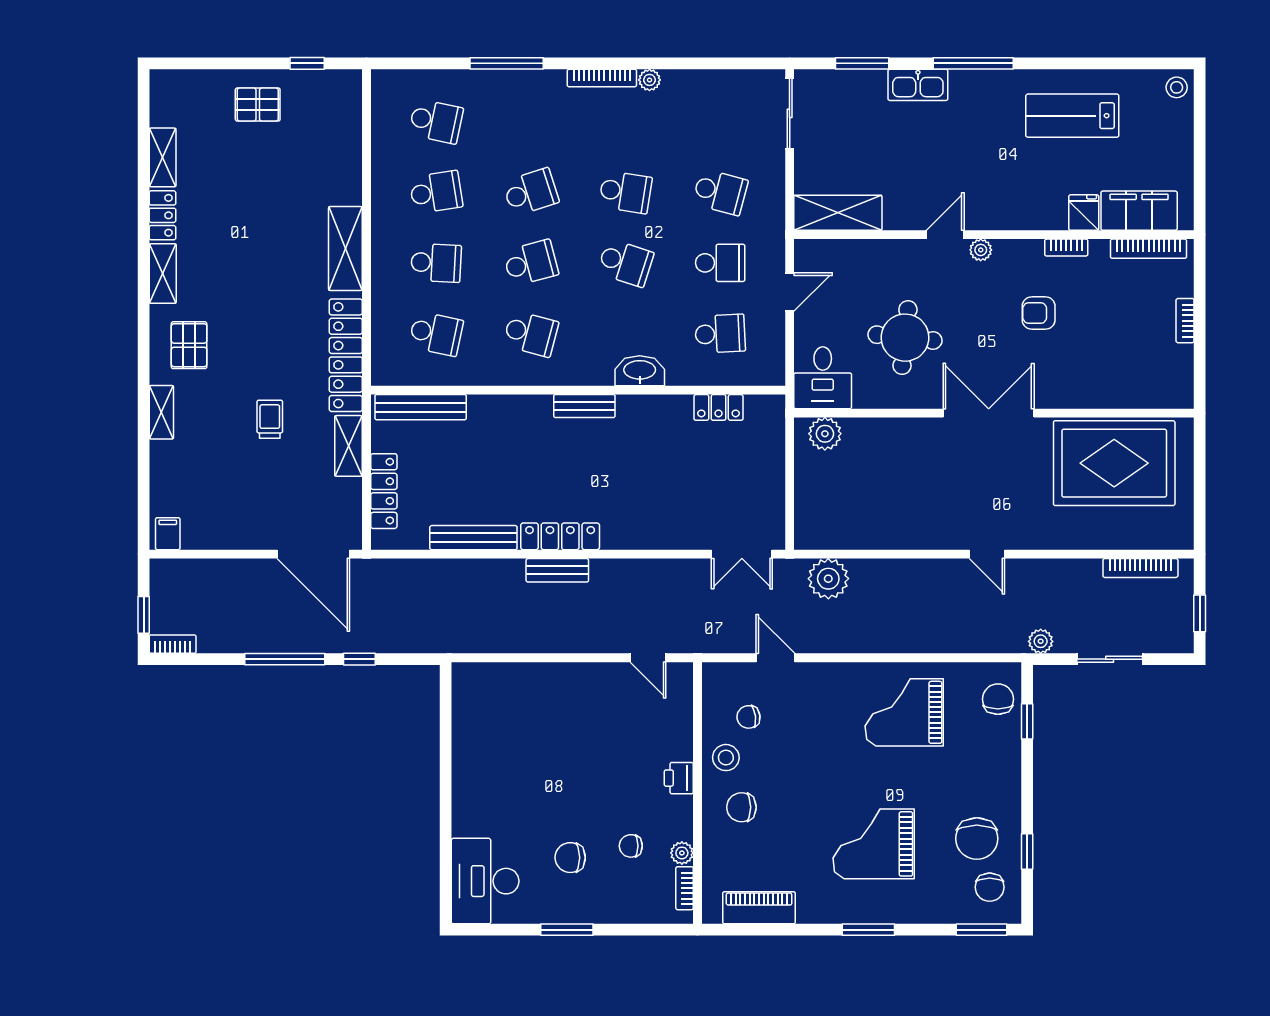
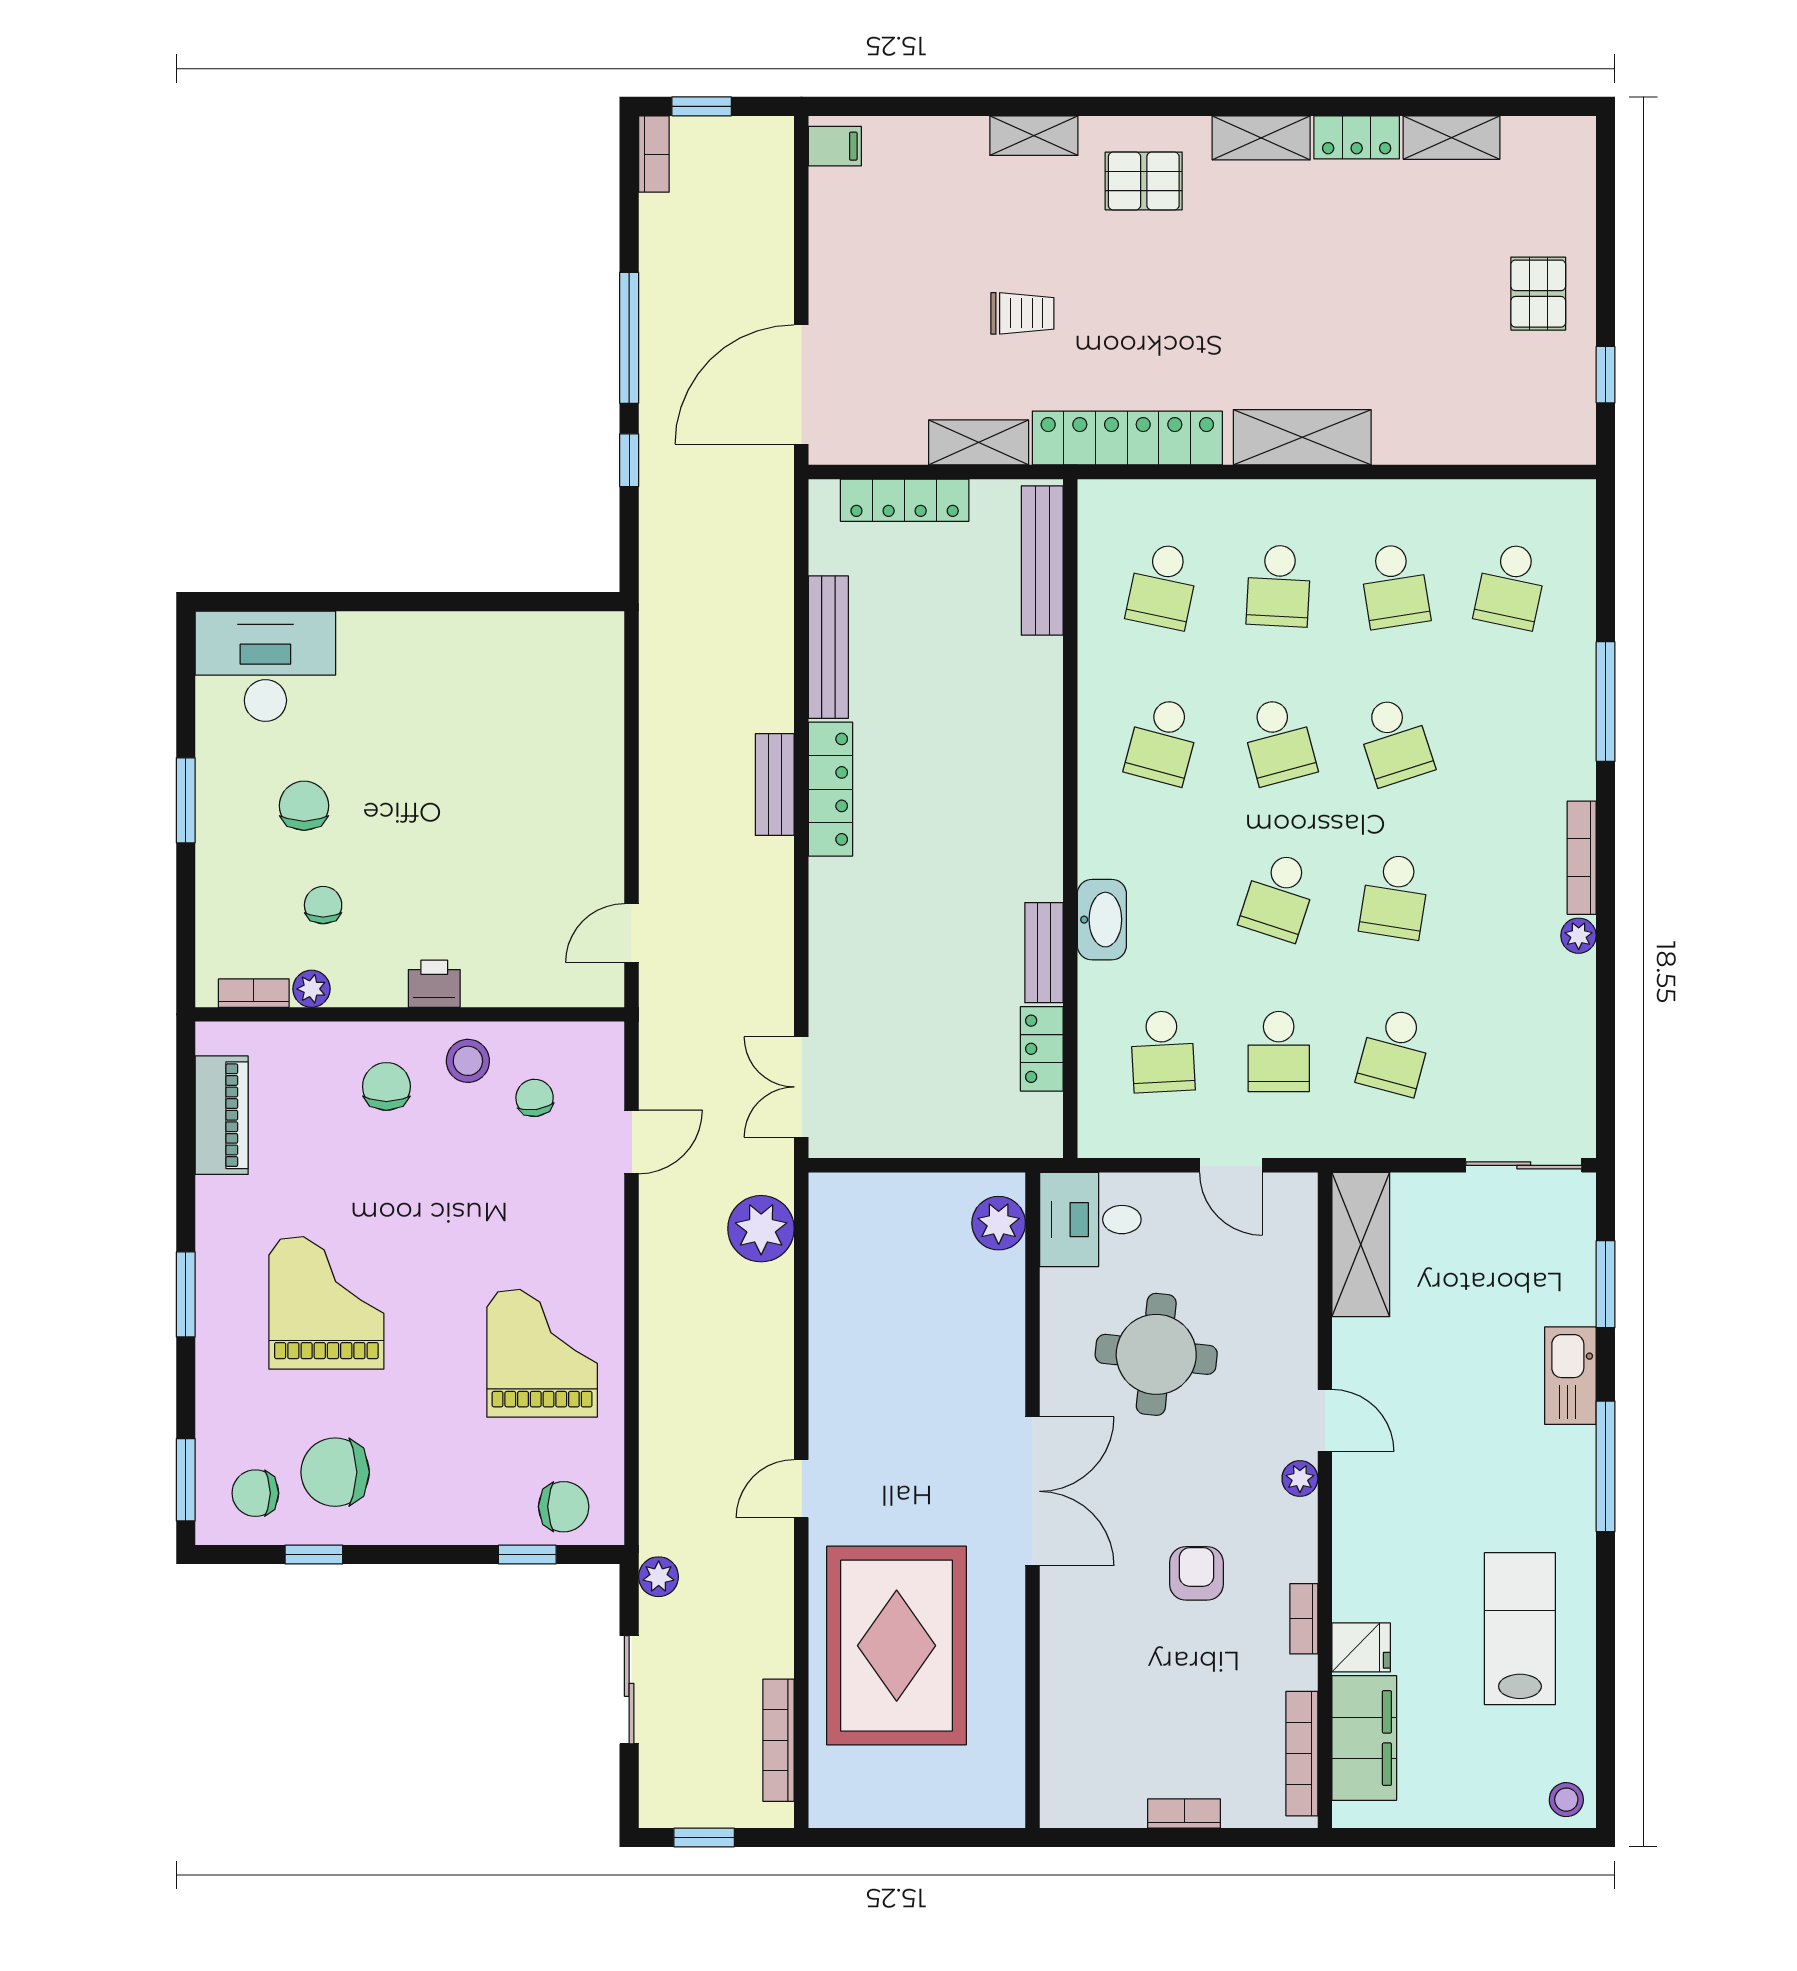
bench: (584, 406) -> (1044, 953), moved
rug: (1114, 463) -> (897, 1646), moved

